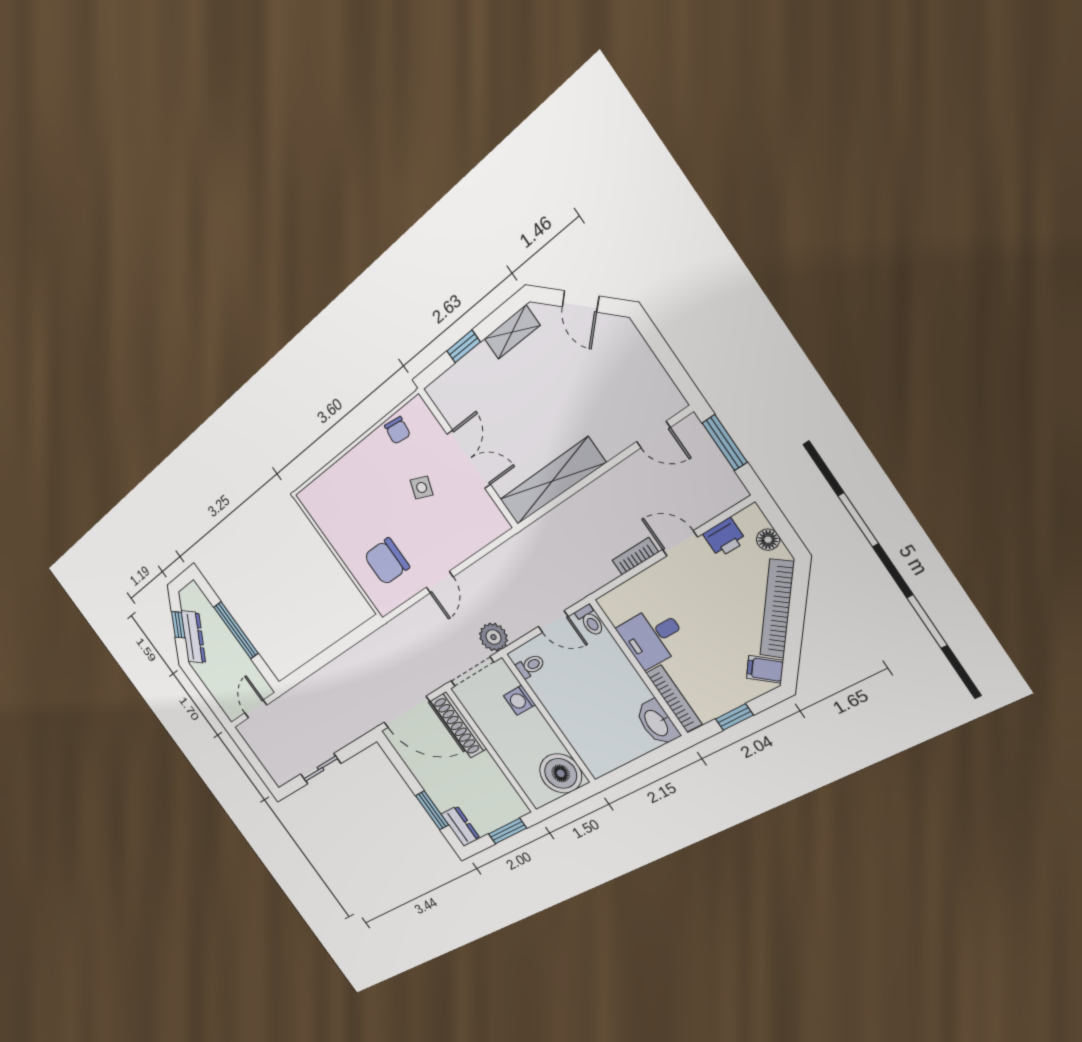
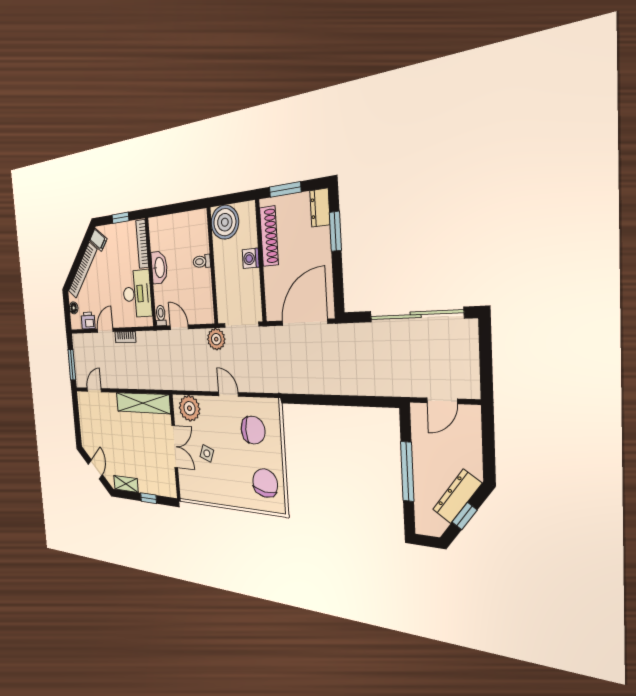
chair: (397, 430) -> (265, 483), moved, width x1.87, depth x1.87
door: (653, 435) -> (94, 390), hinge flipped
double door: (469, 459) -> (175, 447), swing flipped
plant: (478, 527) -> (189, 408), added
door: (680, 543) -> (105, 330), swing flipped
door: (440, 582) -> (228, 394), hinge flipped
desk: (653, 637) -> (137, 294), width x1.37
toilet: (530, 666) -> (202, 261), moved
washing machine: (519, 700) -> (251, 258), moved, turned 180
door: (407, 712) -> (305, 322), hinge flipped
washbasin: (657, 723) -> (159, 267), moved
shoe rack: (459, 725) -> (269, 236), moved
sliding door: (321, 769) -> (416, 315), width x1.86

